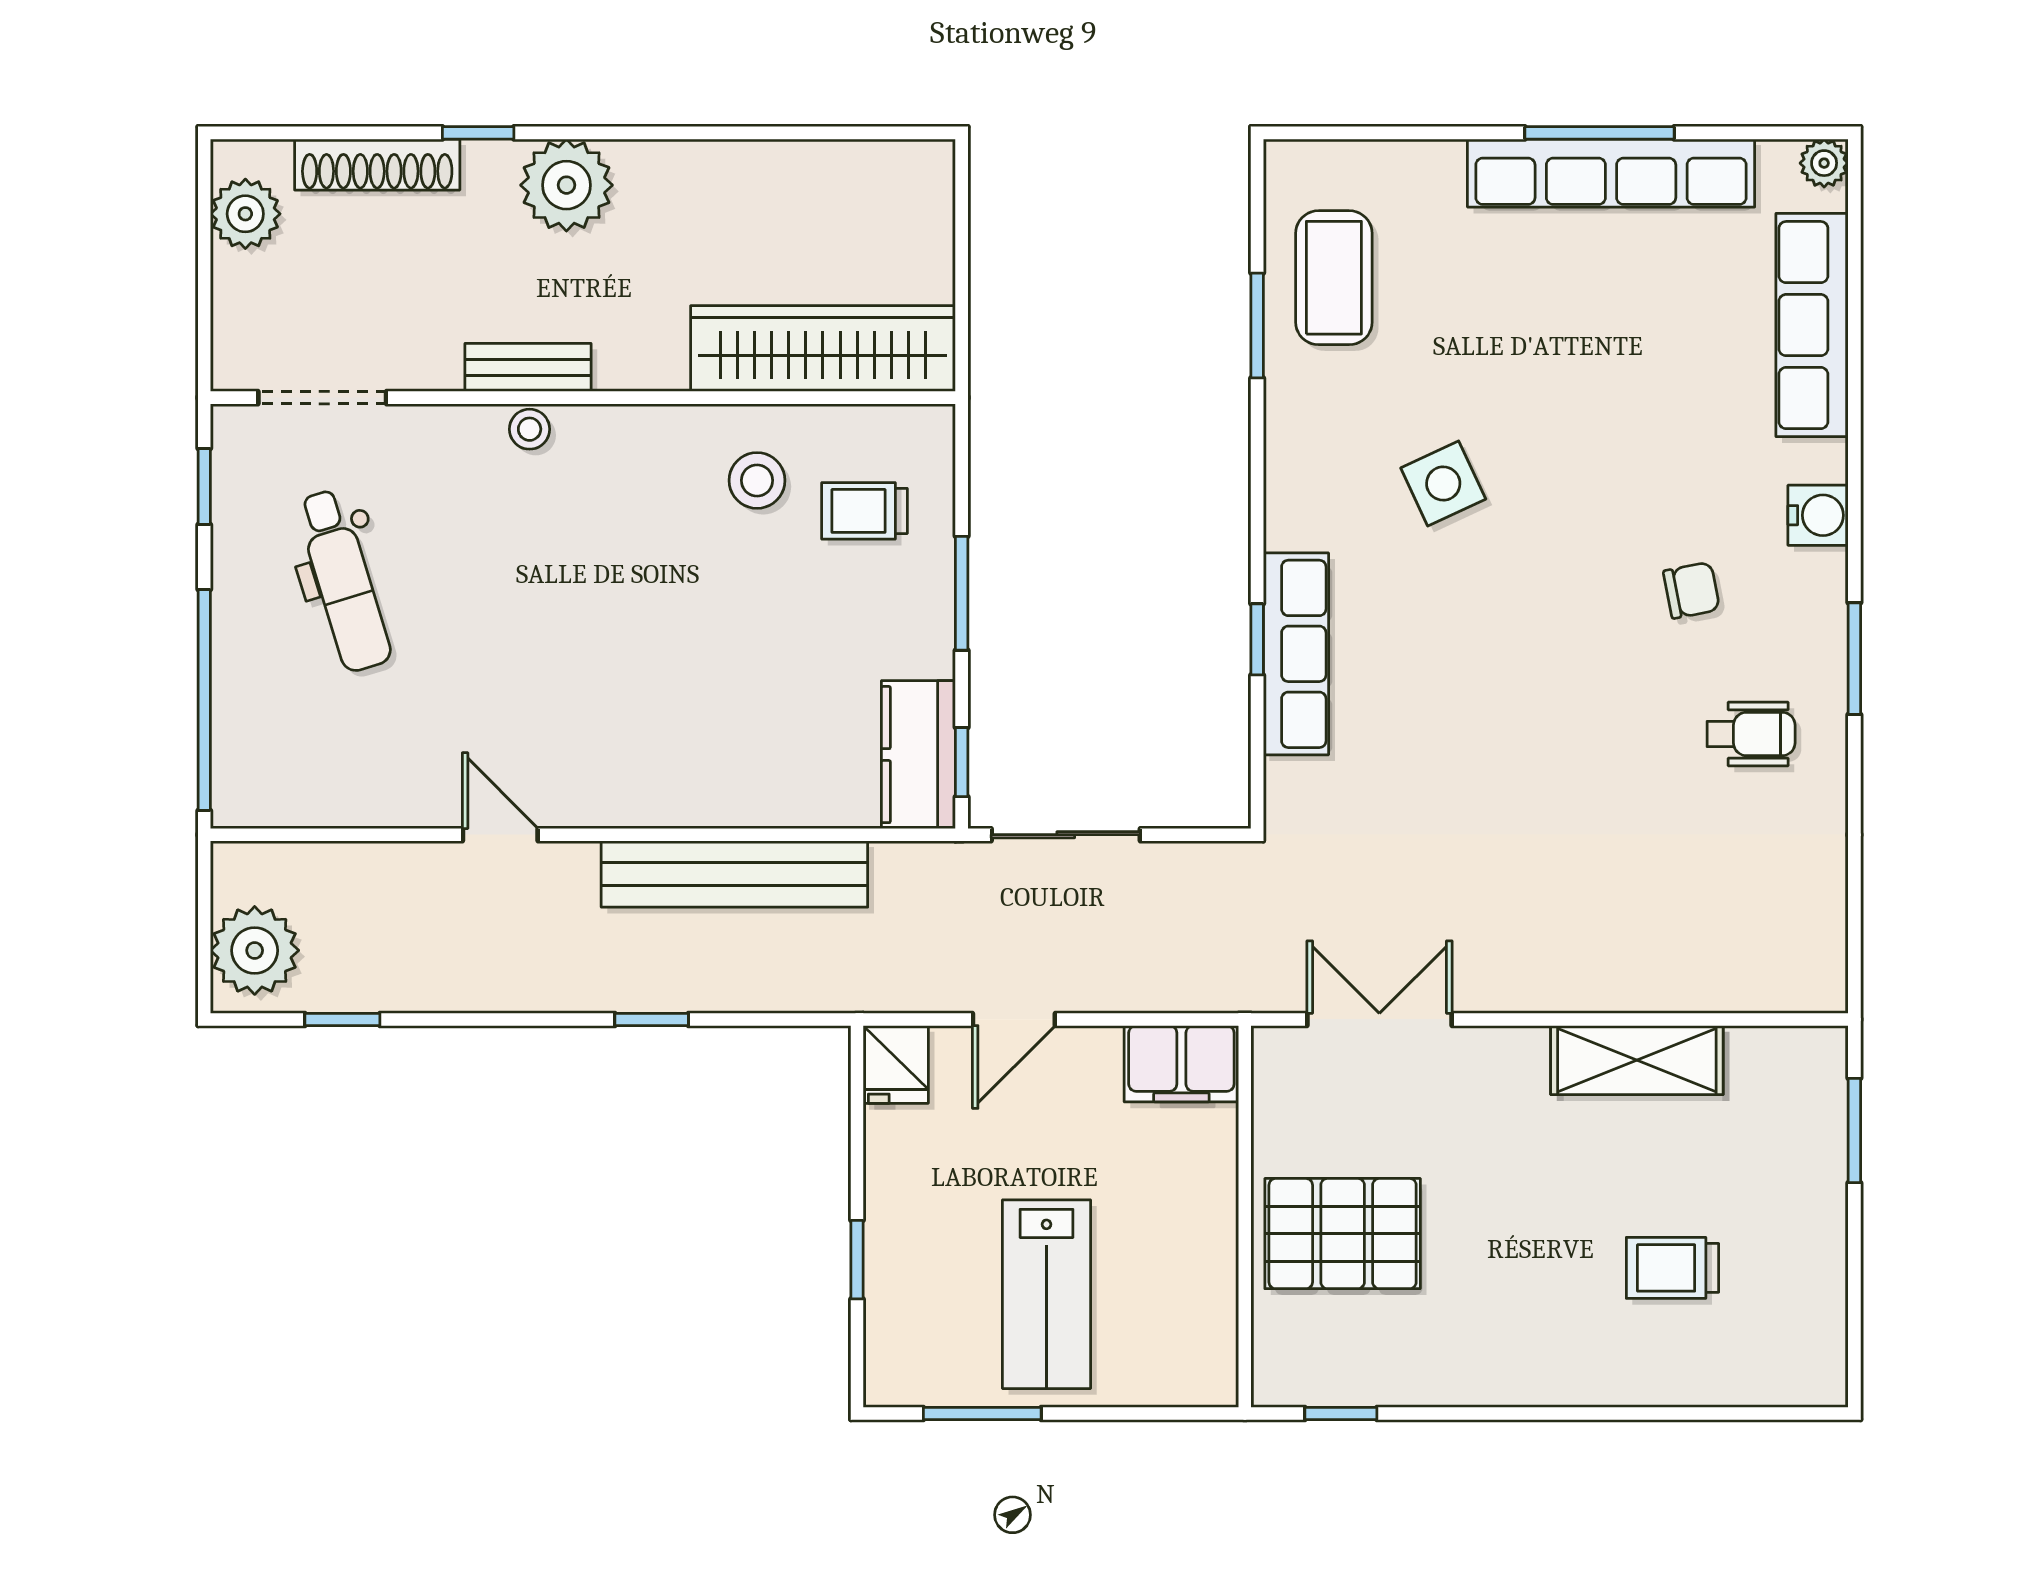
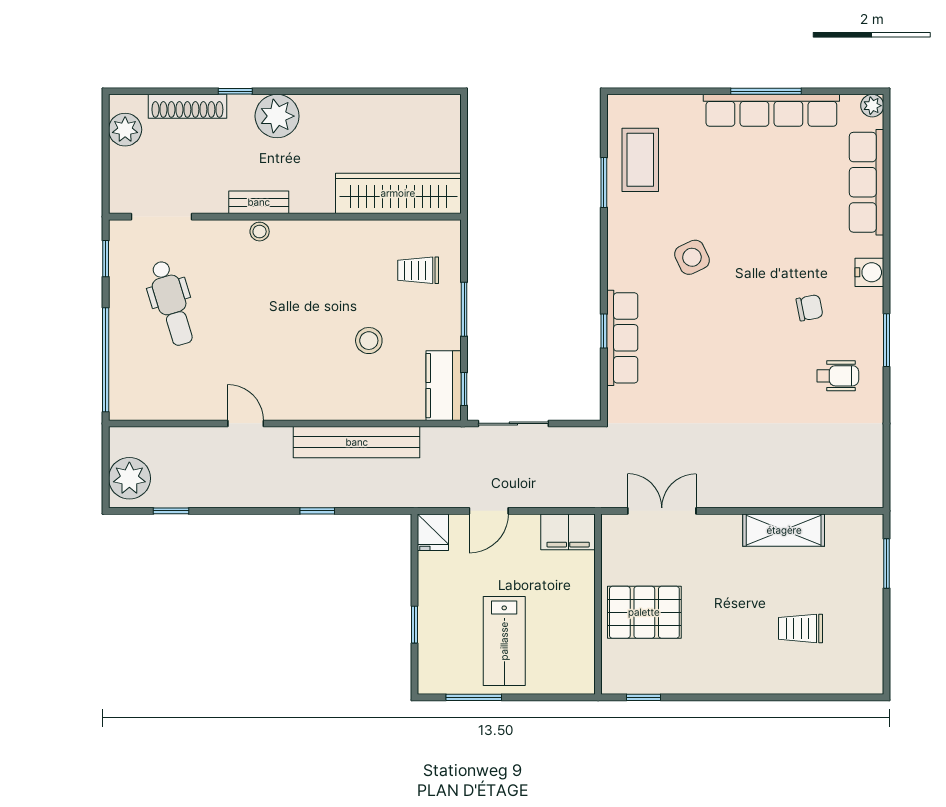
stool: (757, 480) -> (369, 341), moved

